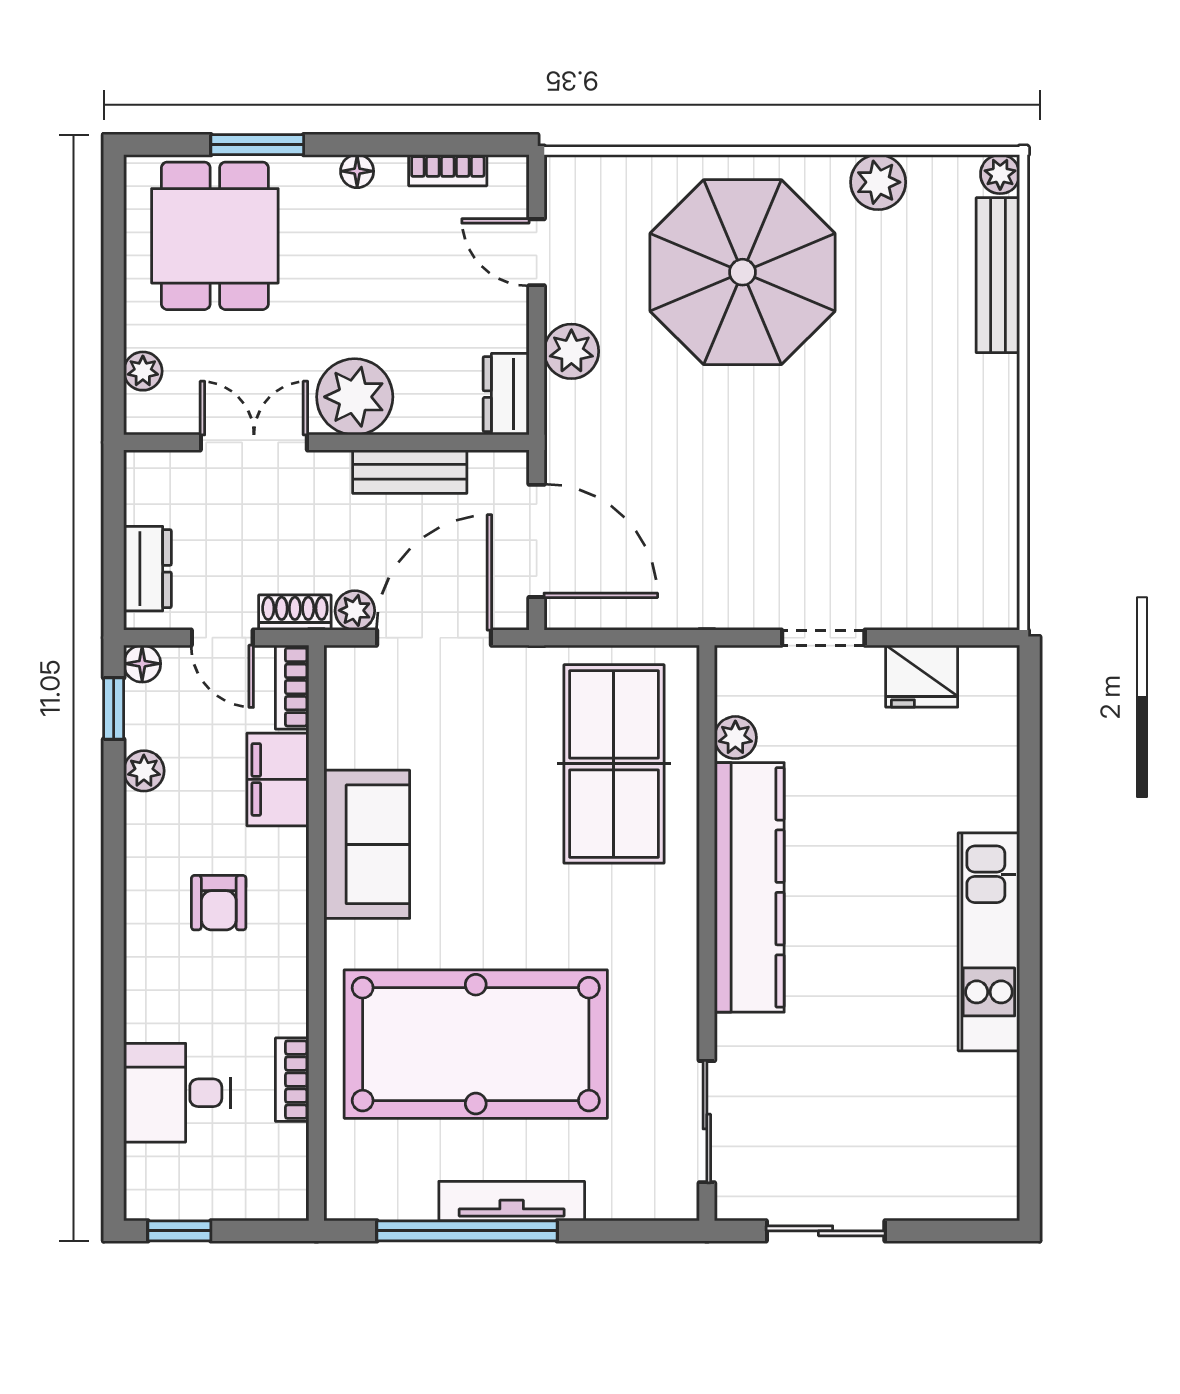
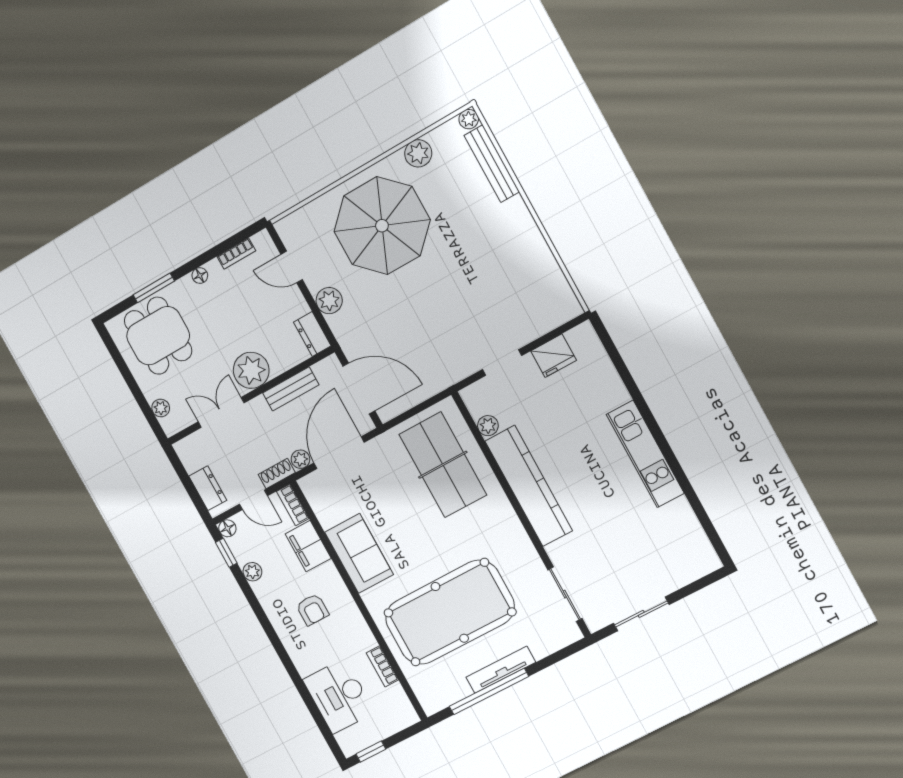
desk: (177, 1093) -> (339, 696), width x1.37

